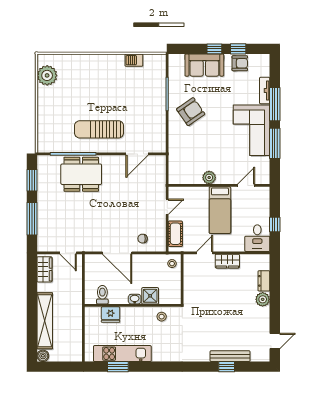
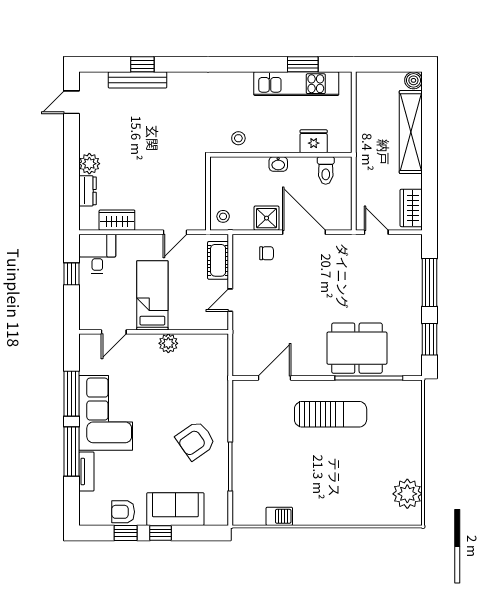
wardrobe: (227, 261) -> (117, 220), moved
shower: (150, 296) -> (267, 218), moved

